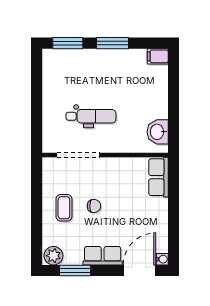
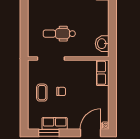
dental chair: (91, 116) -> (59, 34), turned 180
plant: (53, 256) -> (35, 123), removed
row of seats: (103, 256) -> (55, 123), moved

